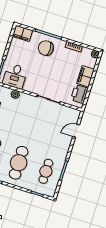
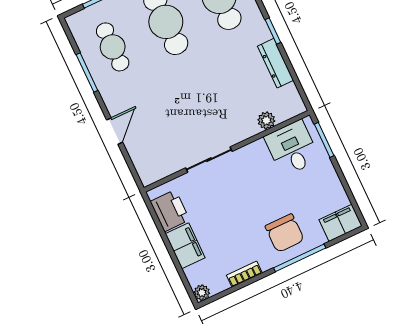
chair: (46, 48) -> (285, 233), turned 90
door: (76, 131) -> (115, 131), moved

